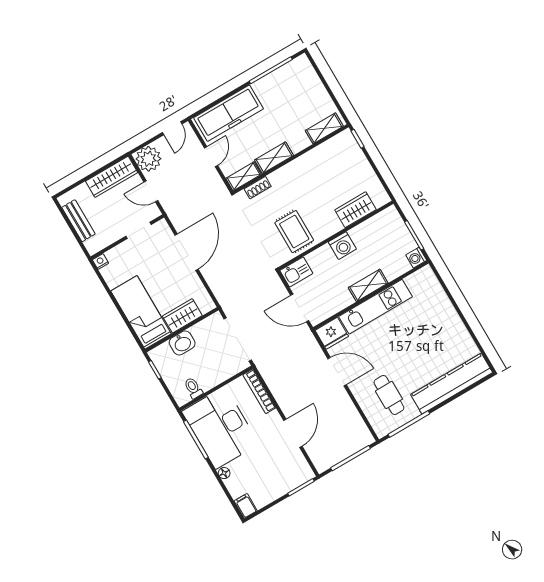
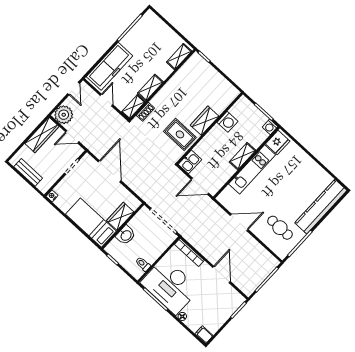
wardrobe: (355, 210) -> (205, 121), moved
washing machine: (342, 246) -> (227, 122), moved
fridge: (332, 333) -> (278, 142), moved

